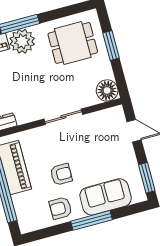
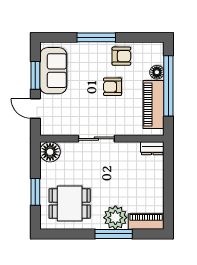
window: (147, 178) -> (35, 75), moved
sofa: (106, 197) -> (53, 71), moved, turned -90
floor lamp: (20, 201) -> (157, 72), added

